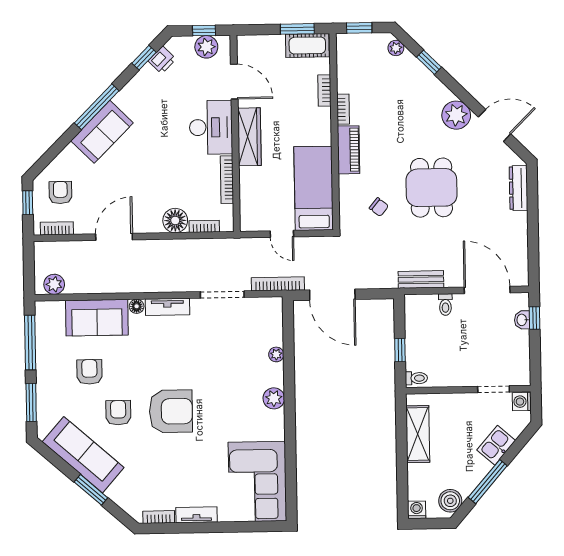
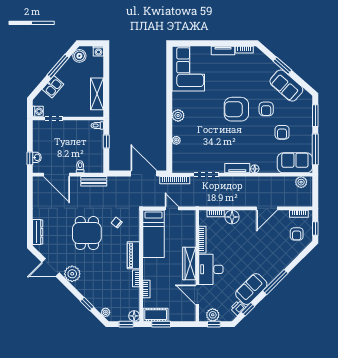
floor lamp: (345, 42) -> (134, 316), added
sofa: (102, 132) -> (251, 289), moved
sofa: (97, 318) -> (295, 163), moved
sofa: (83, 455) -> (286, 86), width x0.73

